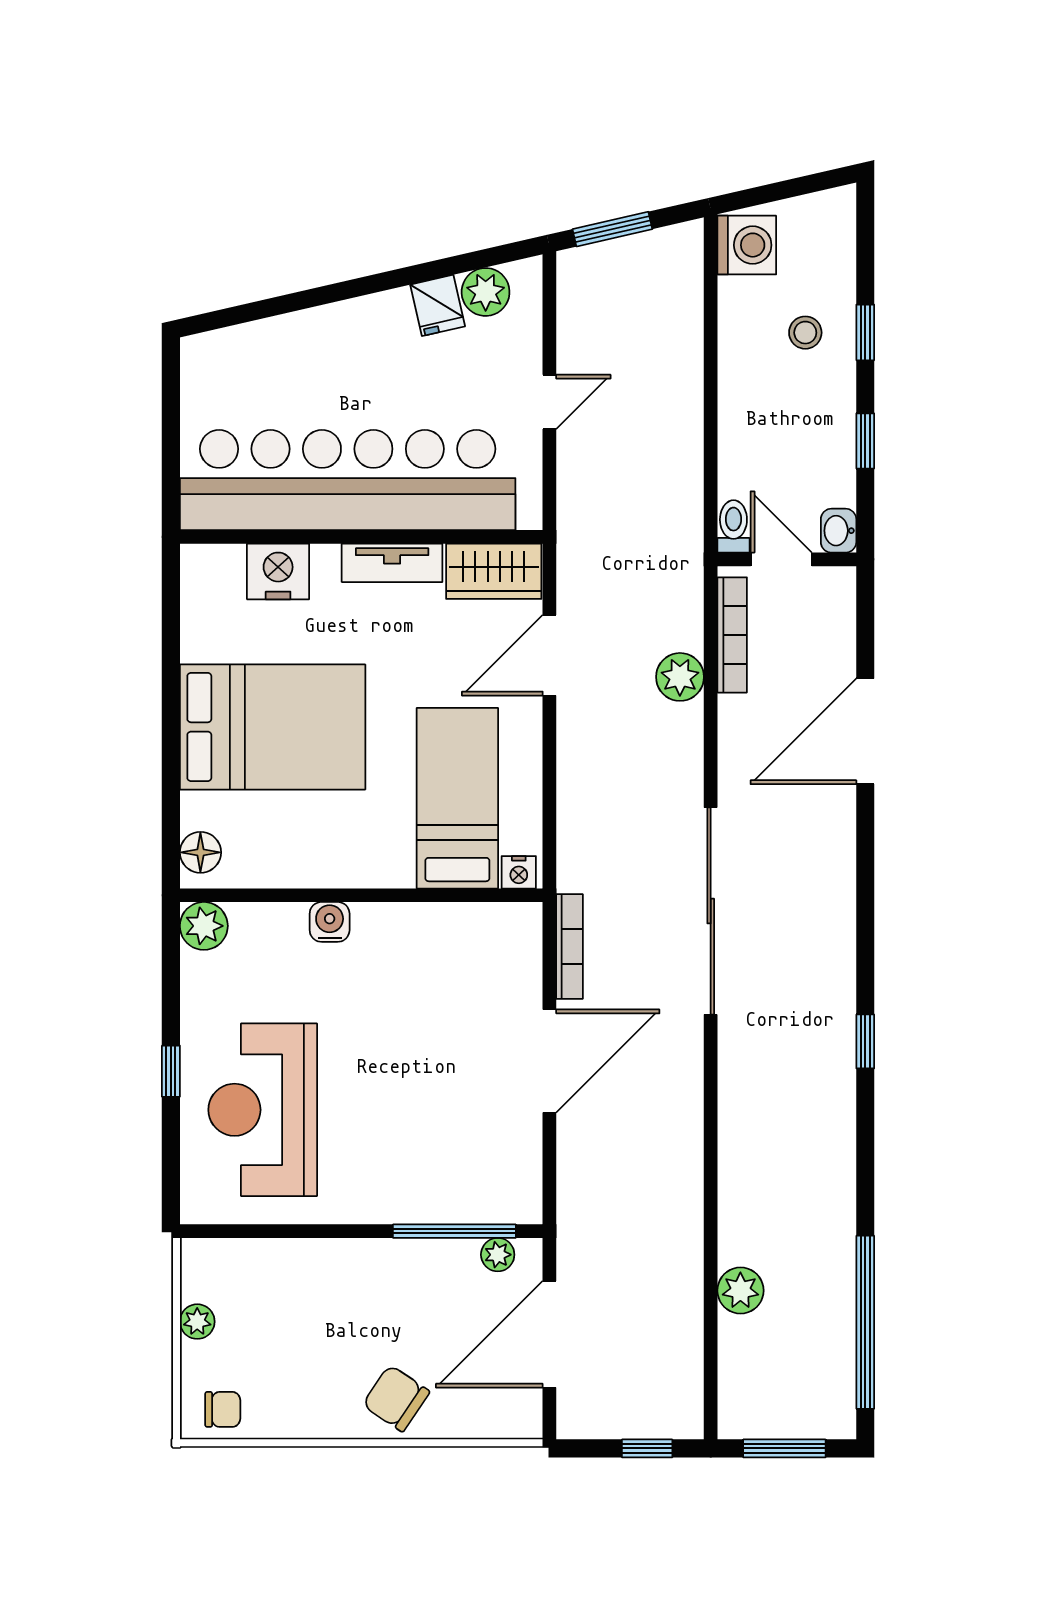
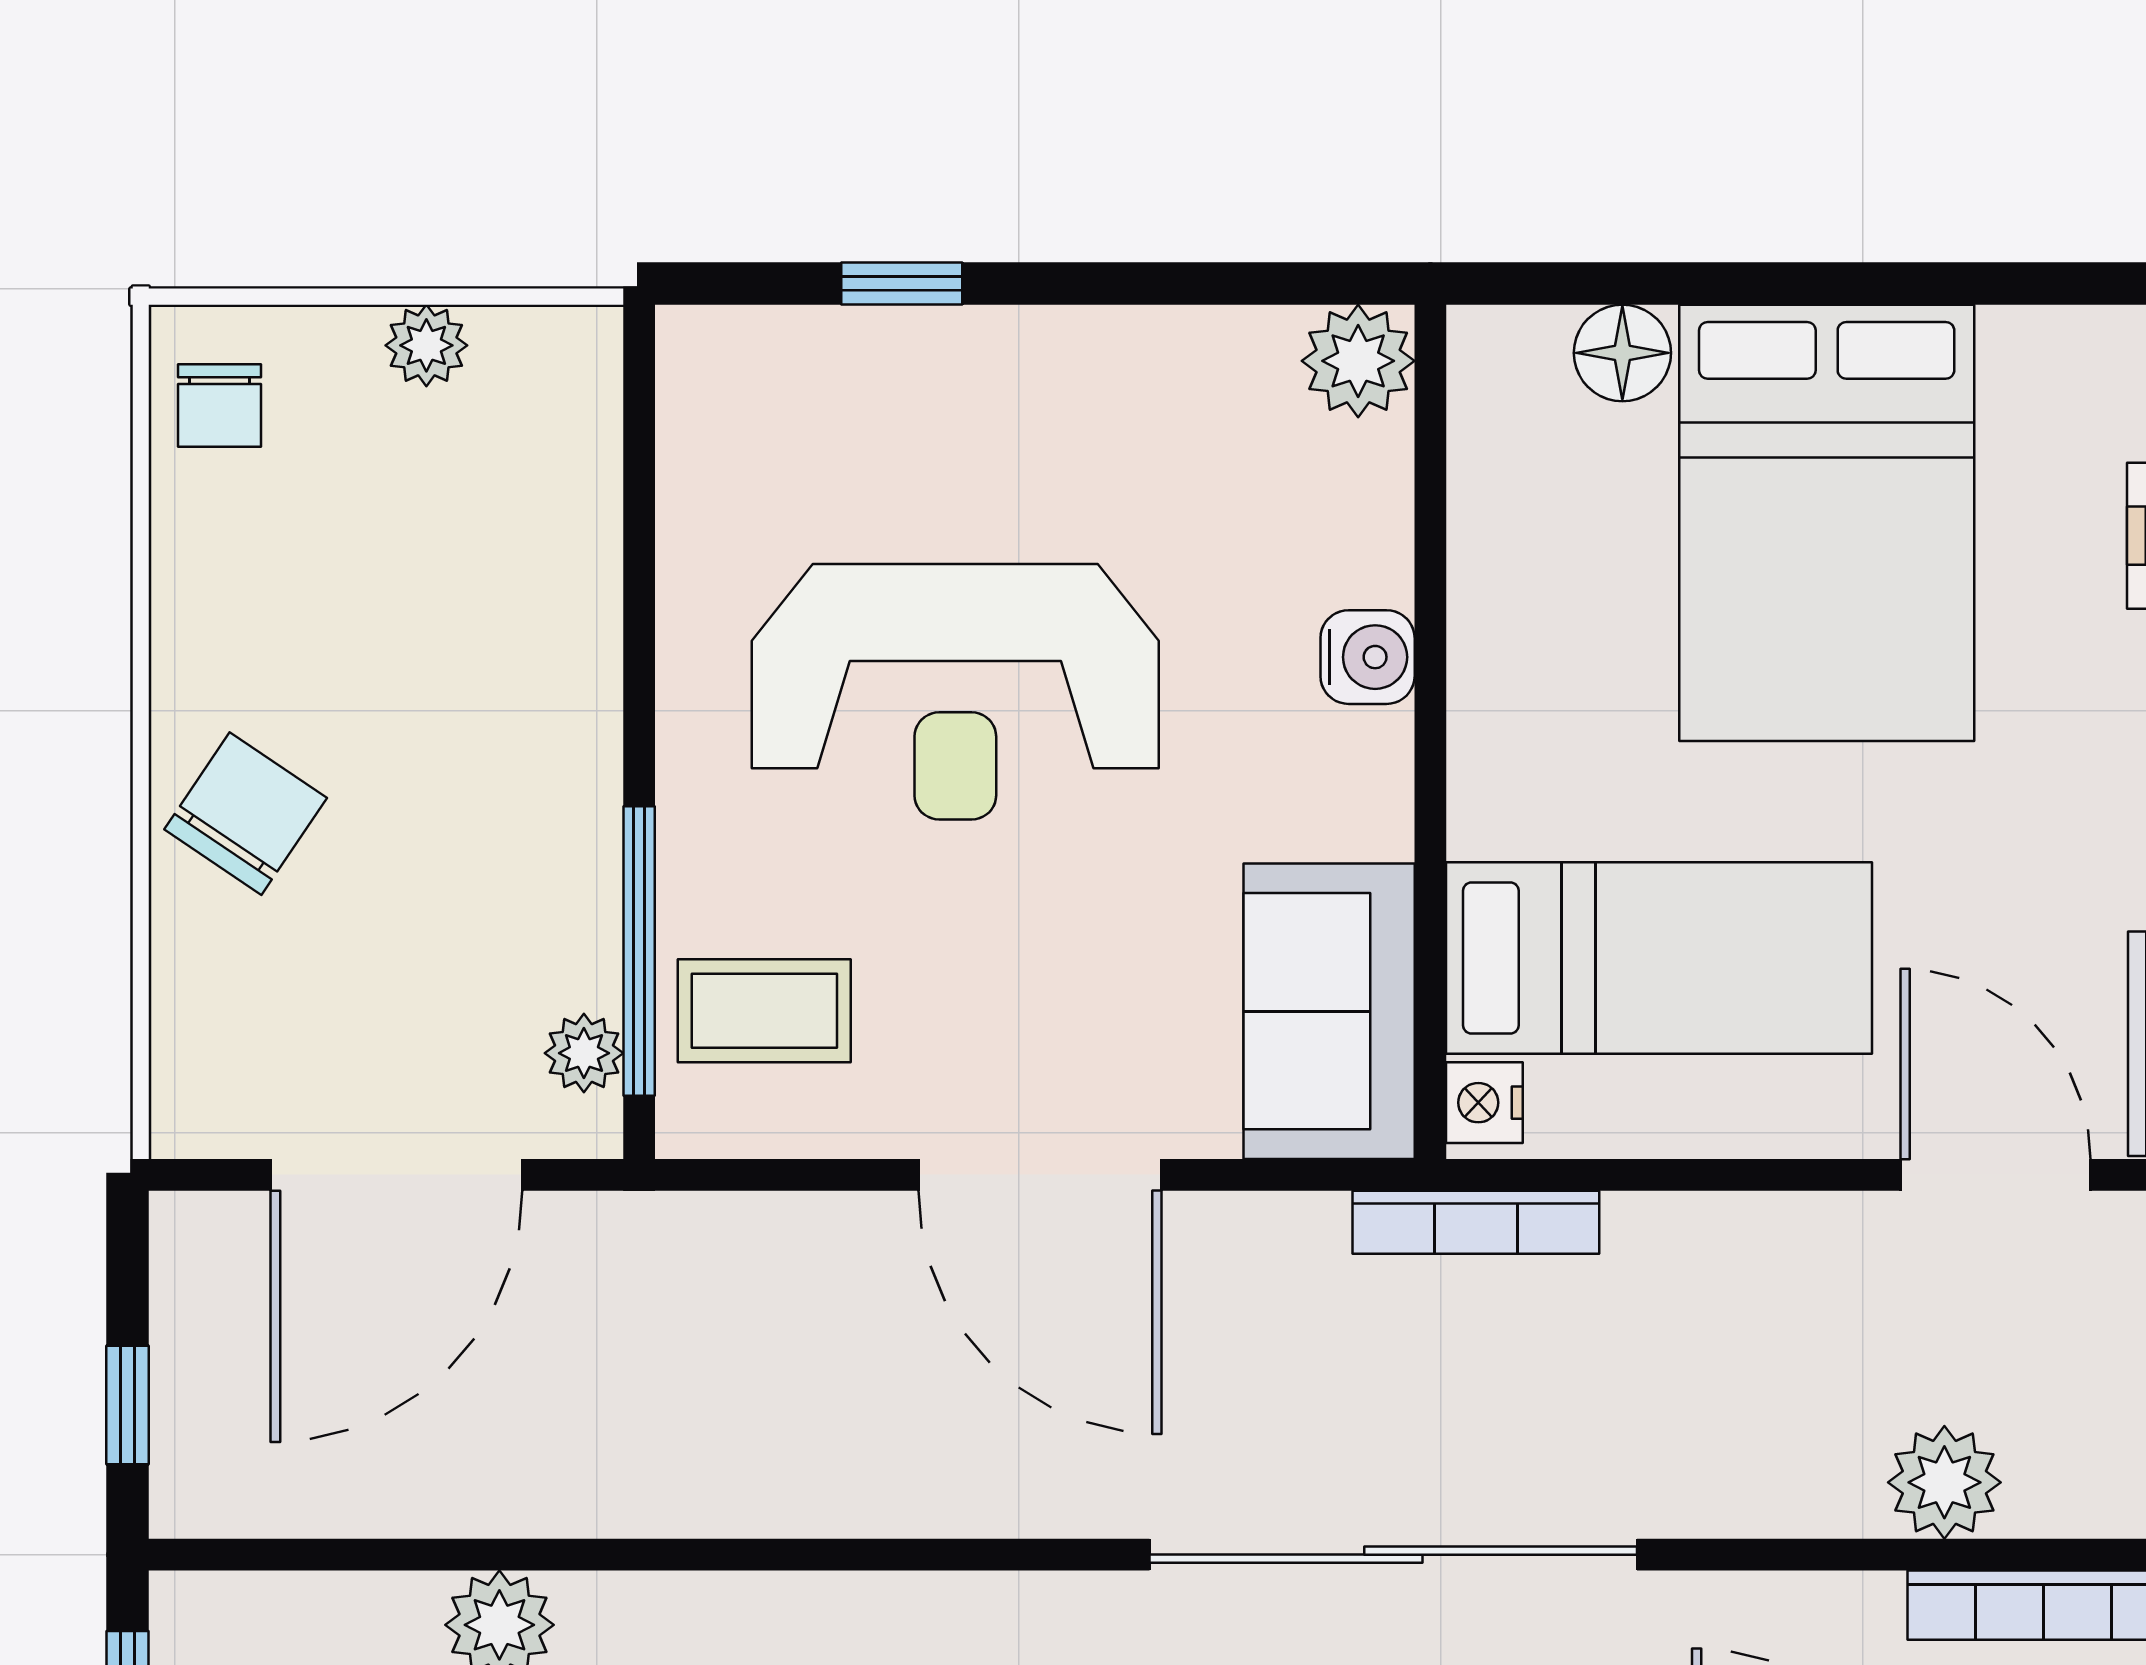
floor lamp: (200, 852) -> (1622, 353), moved
sofa: (480, 938) -> (1329, 1011), added
bookcase: (570, 946) -> (1476, 1222), moved
window: (171, 1071) -> (902, 283), moved
reception desk: (263, 1110) -> (955, 692), moved, turned 180
coffee table: (480, 1178) -> (764, 1011), added
door: (549, 1334) -> (396, 1175), swing flipped

